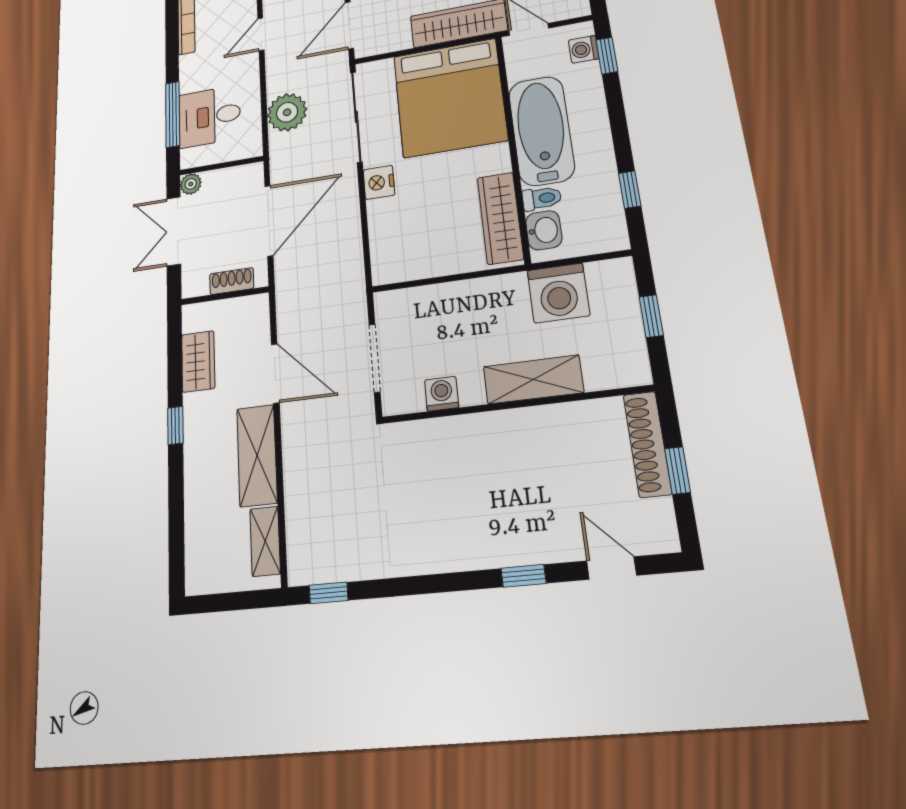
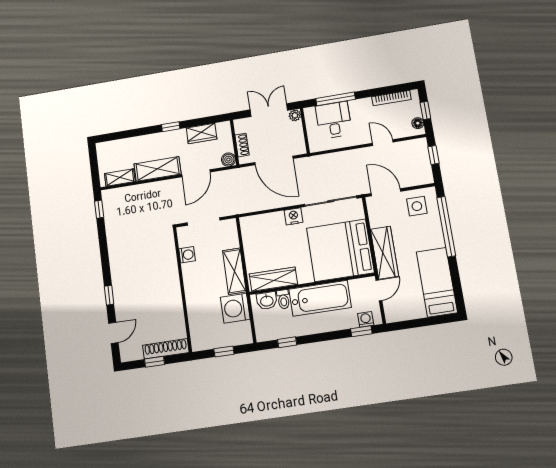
plant: (287, 112) -> (335, 163), removed
boiler: (256, 308) -> (228, 160), added
shelving: (533, 380) -> (234, 271), moved

